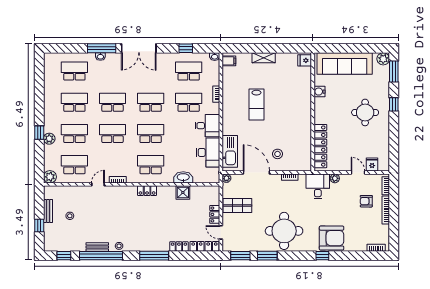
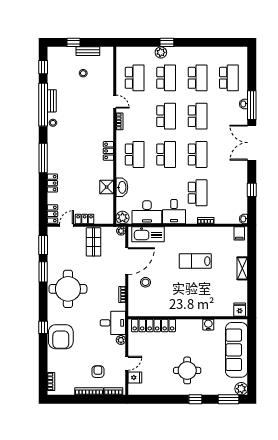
school desk: (189, 71) -> (229, 193), removed
plant: (50, 177) -> (122, 218), moved
locker: (204, 246) -> (52, 214), width x0.66

